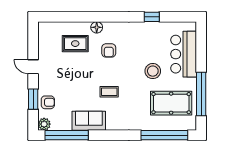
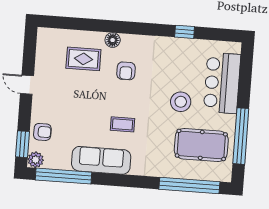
window: (33, 99) -> (23, 144), moved
sofa: (89, 121) -> (101, 160), width x1.36

